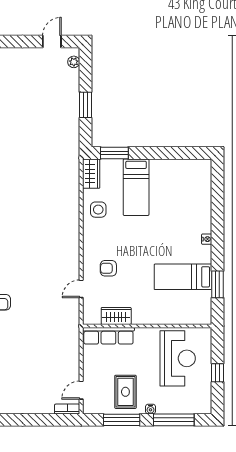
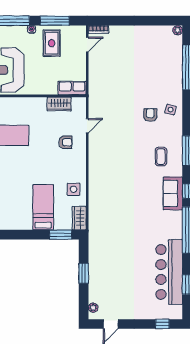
row of seats: (108, 336) -> (72, 88), width x0.68

